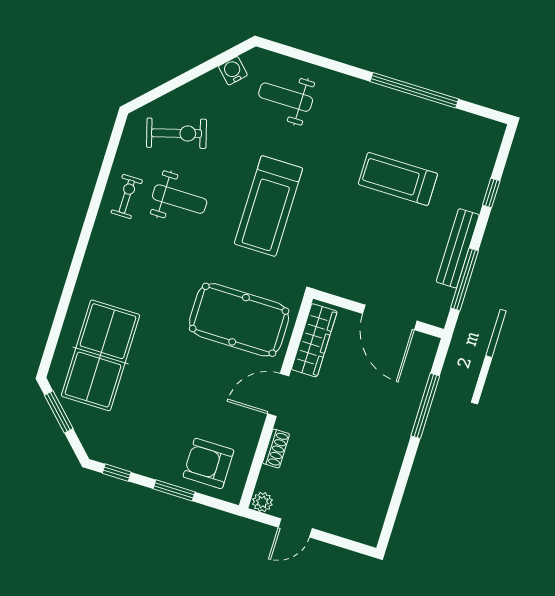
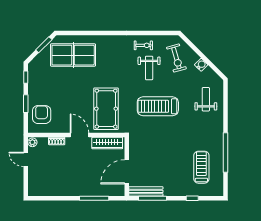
water cooler: (233, 71) -> (201, 65), moved
treadmill: (398, 179) -> (201, 167), moved
bench: (458, 248) -> (146, 191), moved

